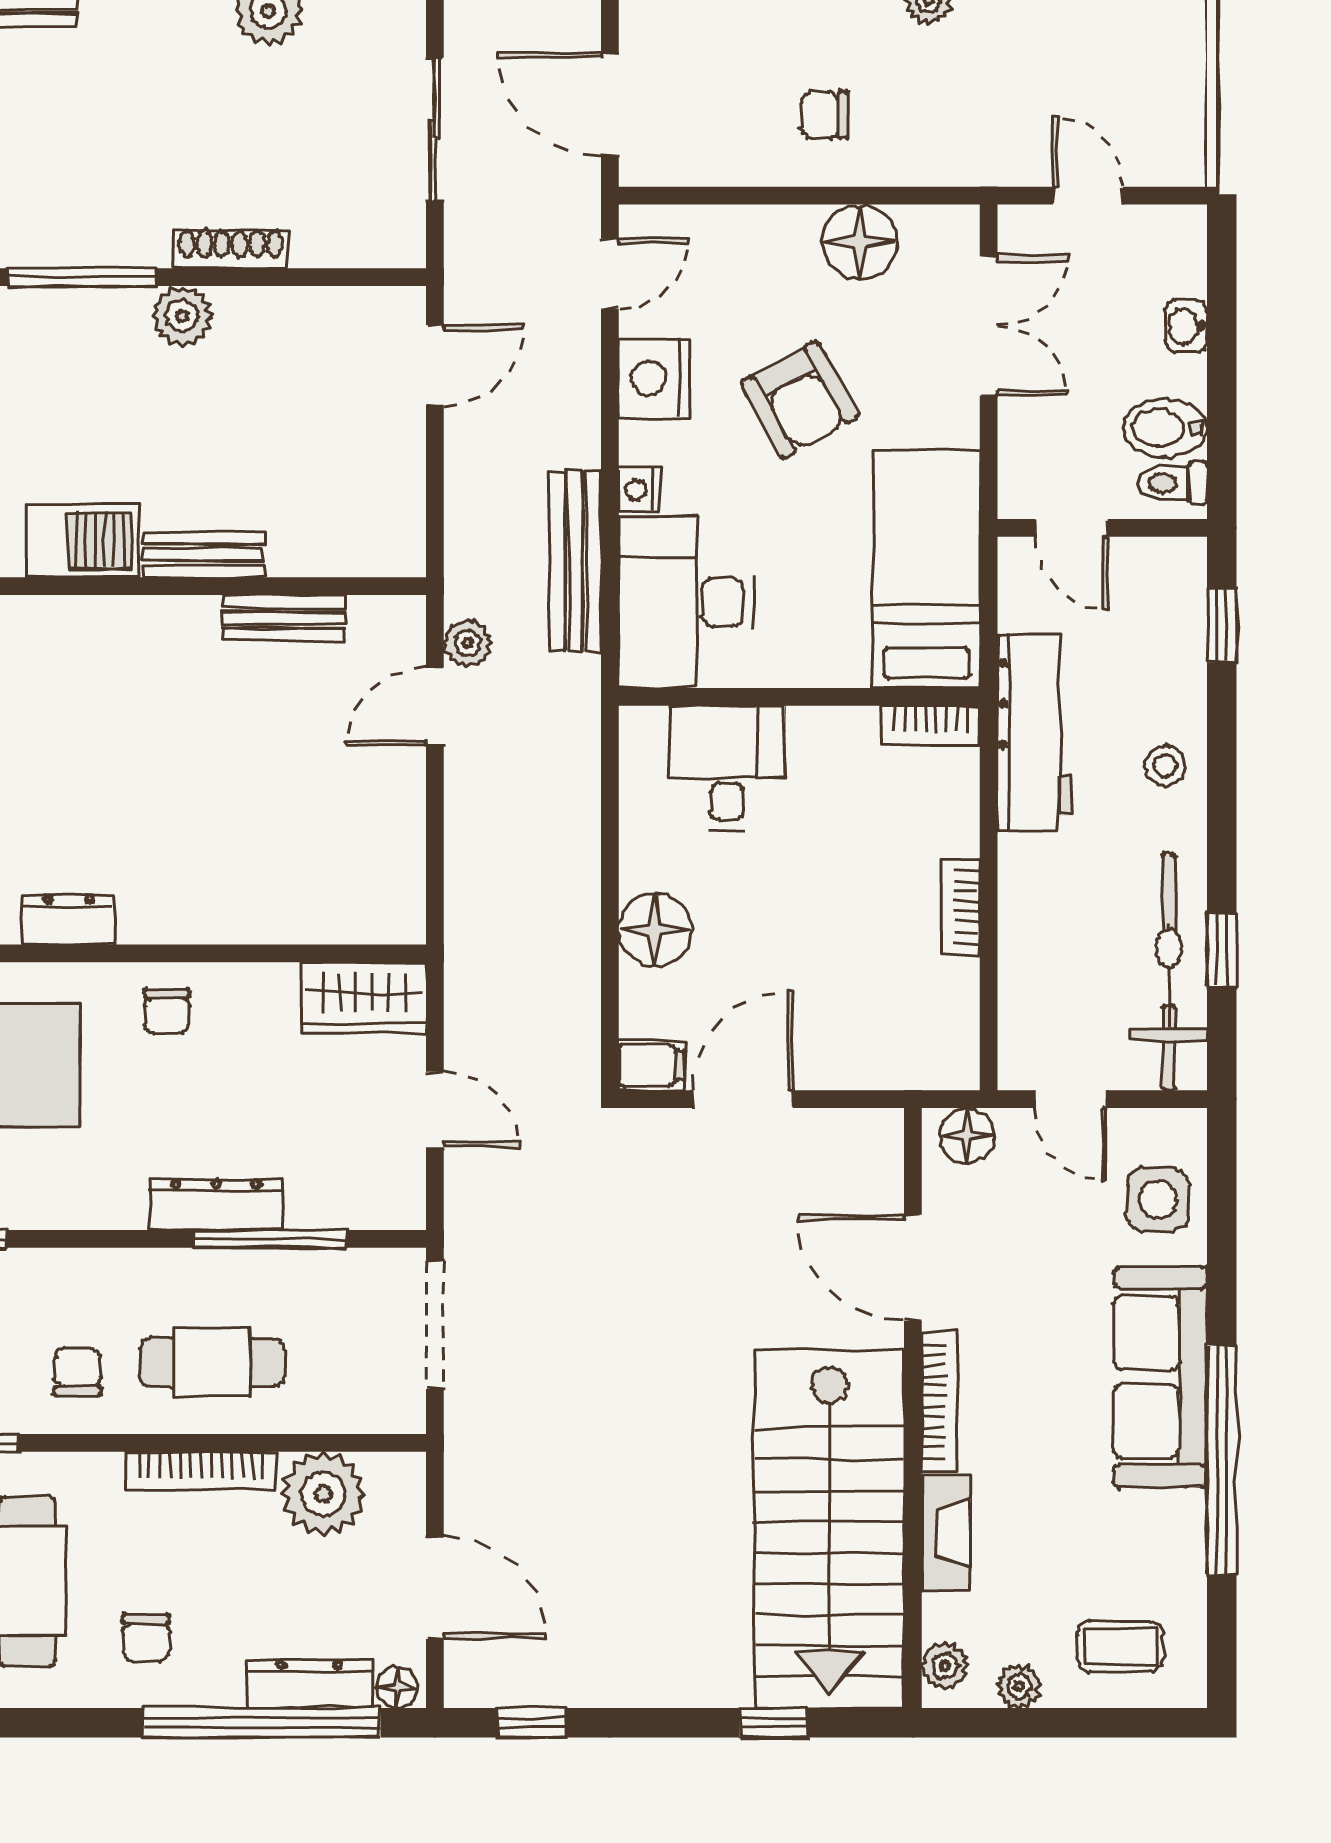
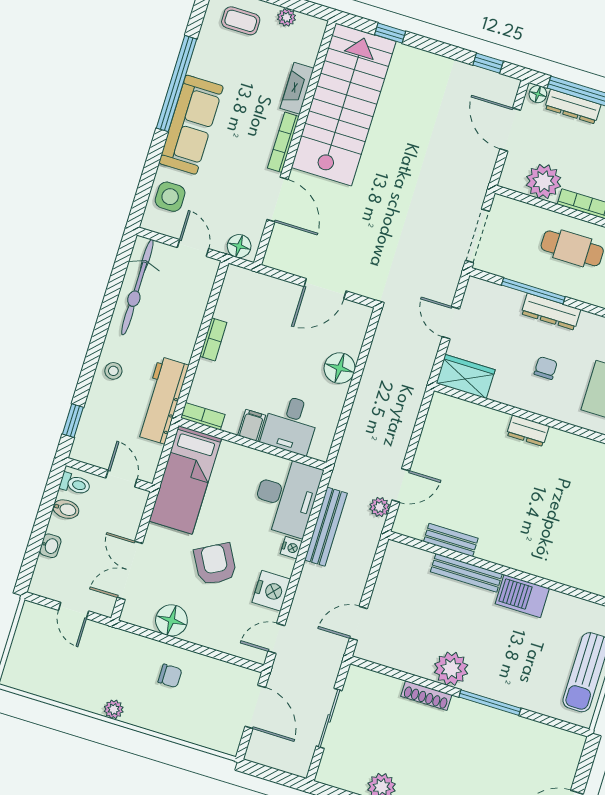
plant: (182, 316) -> (451, 669), width x1.36, depth x1.36
bidet: (1165, 428) -> (66, 509), width x0.72, depth x0.74
bench: (204, 554) -> (466, 573), width x1.36
dresser: (69, 919) -> (528, 431), moved
window: (1222, 950) -> (113, 289), removed
chair: (167, 1011) -> (546, 368), moved
filing cabinet: (651, 1066) -> (252, 425), moved, turned 90
plant: (945, 1666) -> (314, 35), removed

